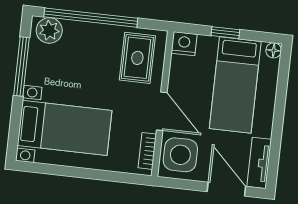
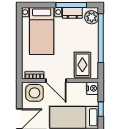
rug: (137, 58) -> (82, 65), turned 90
dresser: (37, 66) -> (72, 13), added
door: (162, 111) -> (56, 81), hinge flipped

